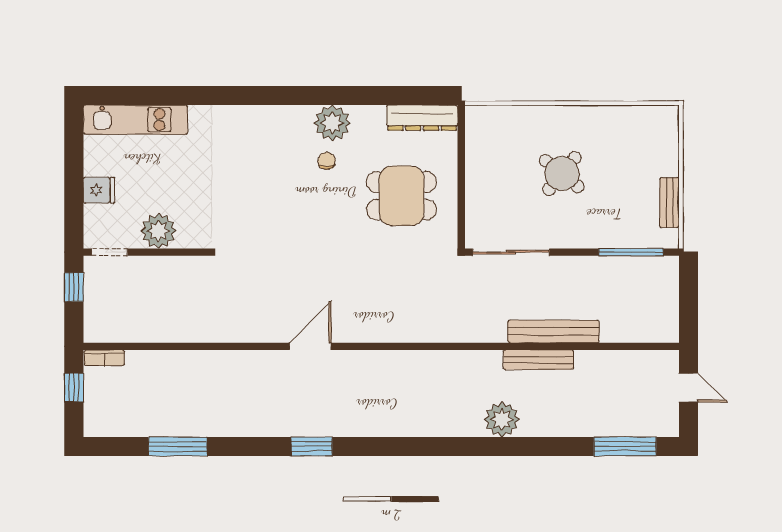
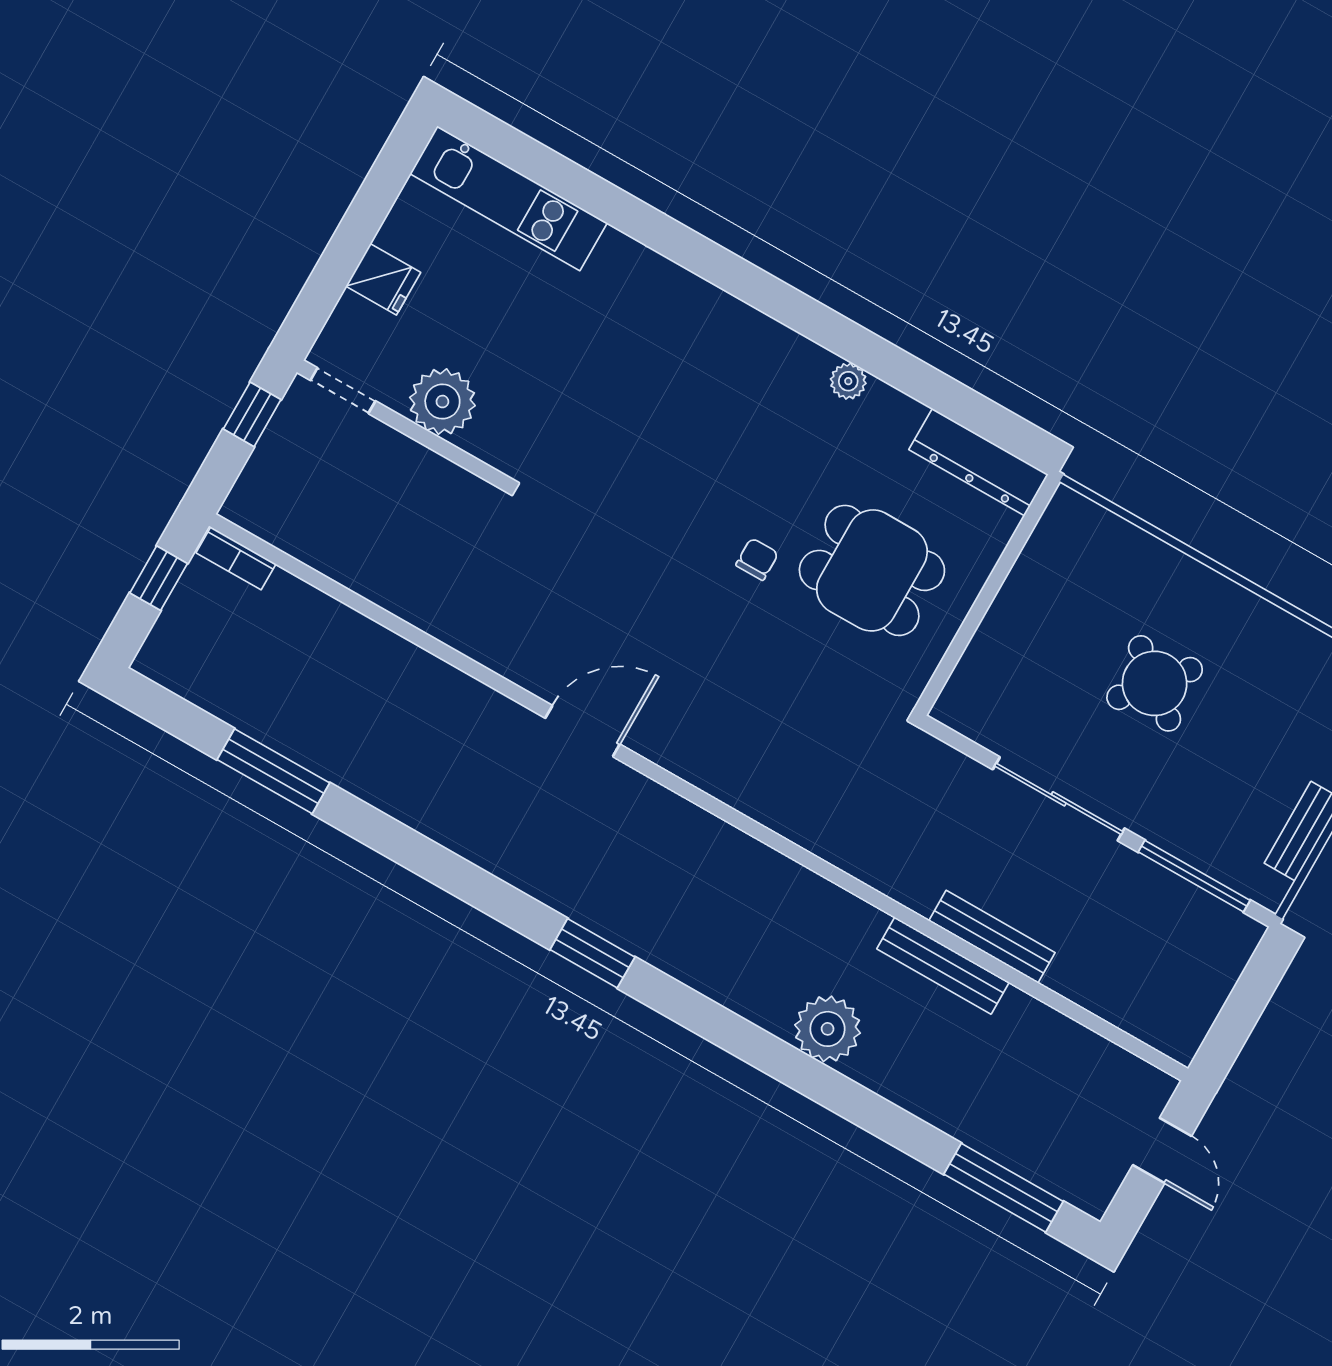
plant: (332, 123) -> (848, 381), width x0.53, depth x0.53
chair: (327, 161) -> (757, 559), moved
sliding door: (511, 252) -> (1059, 799), moved
bench: (553, 331) -> (992, 937), width x0.73, depth x0.82
window: (312, 446) -> (592, 953), moved

